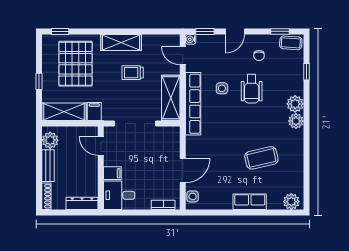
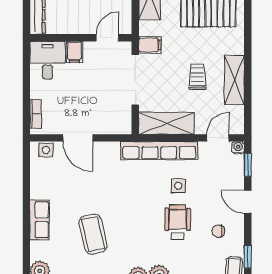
shelving: (121, 42) -> (234, 80), moved
wheelchair: (252, 89) -> (178, 222), turned 90
filing cabinet: (94, 111) -> (150, 45), moved

